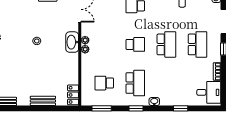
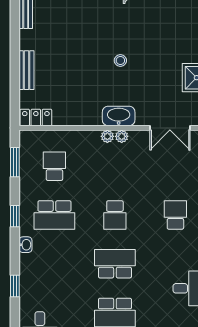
school desk: (166, 44) -> (115, 264), turned 180

